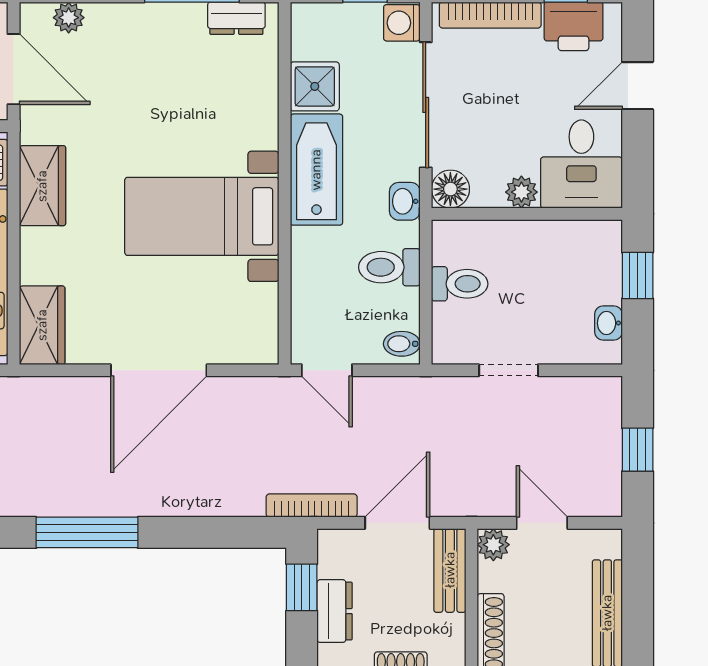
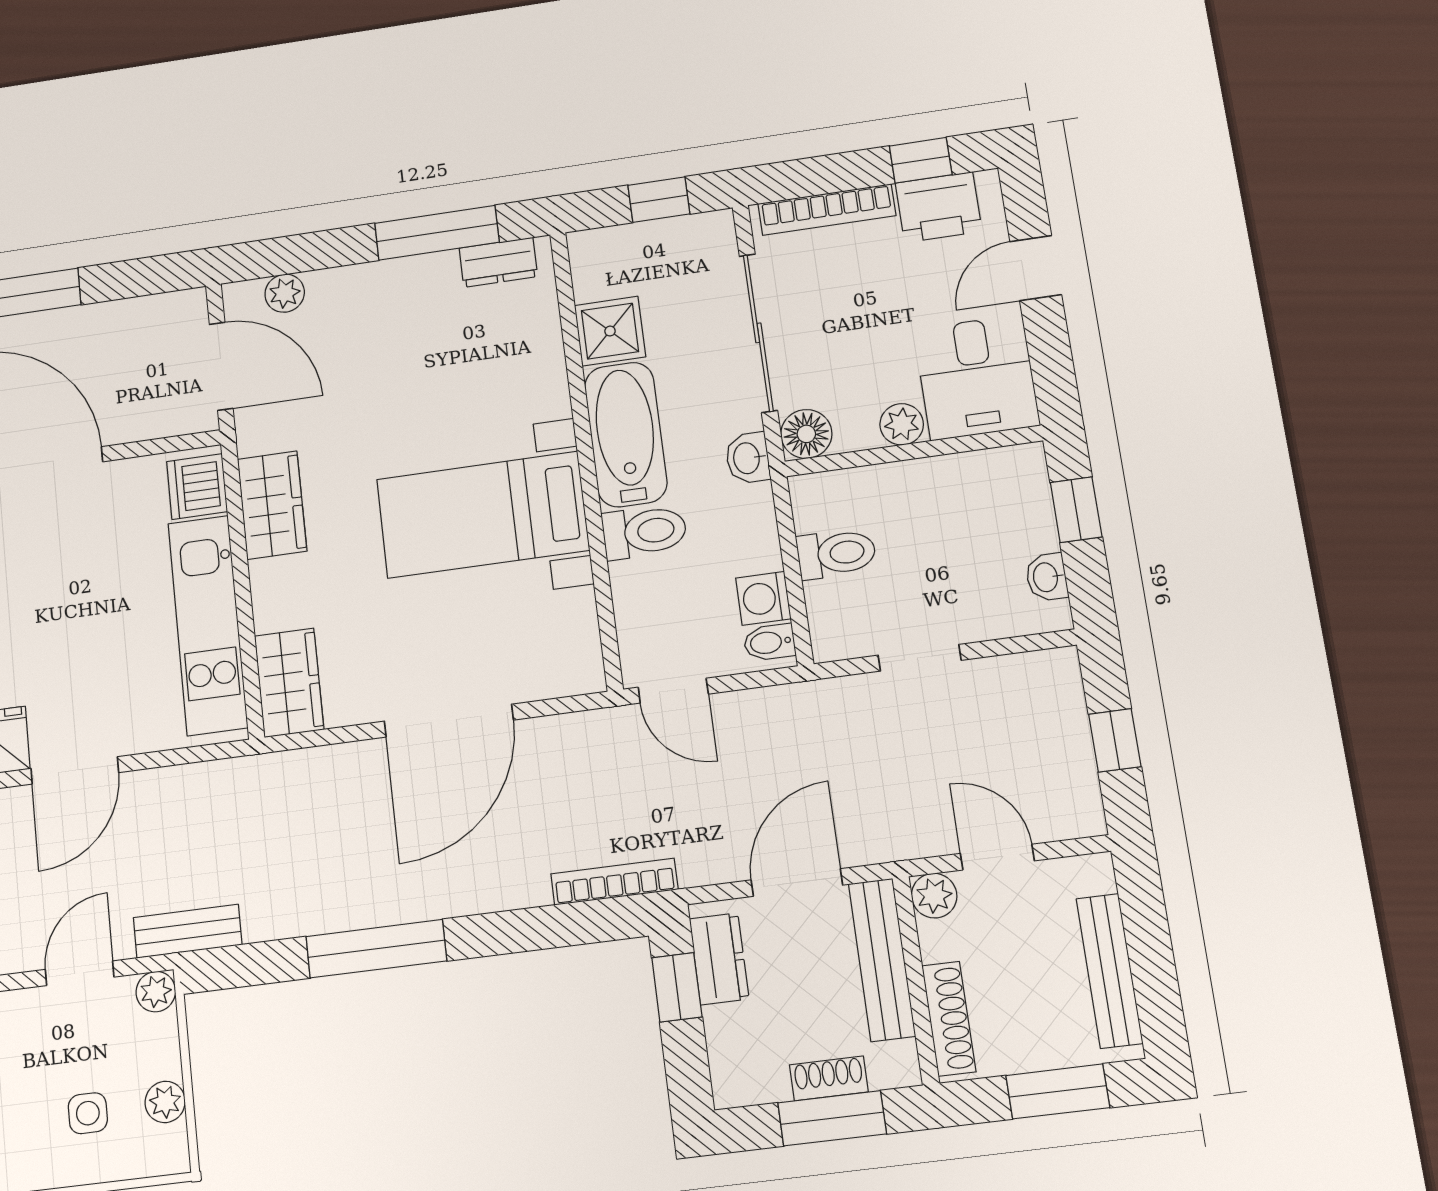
washing machine: (402, 23) -> (763, 598), moved
toilet: (389, 267) -> (644, 532), moved, turned 180
bookcase: (312, 506) -> (614, 882), moved
bench: (450, 570) -> (882, 960), width x1.36
dresser: (335, 611) -> (719, 959), moved

